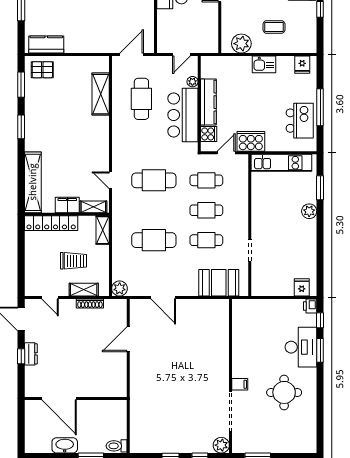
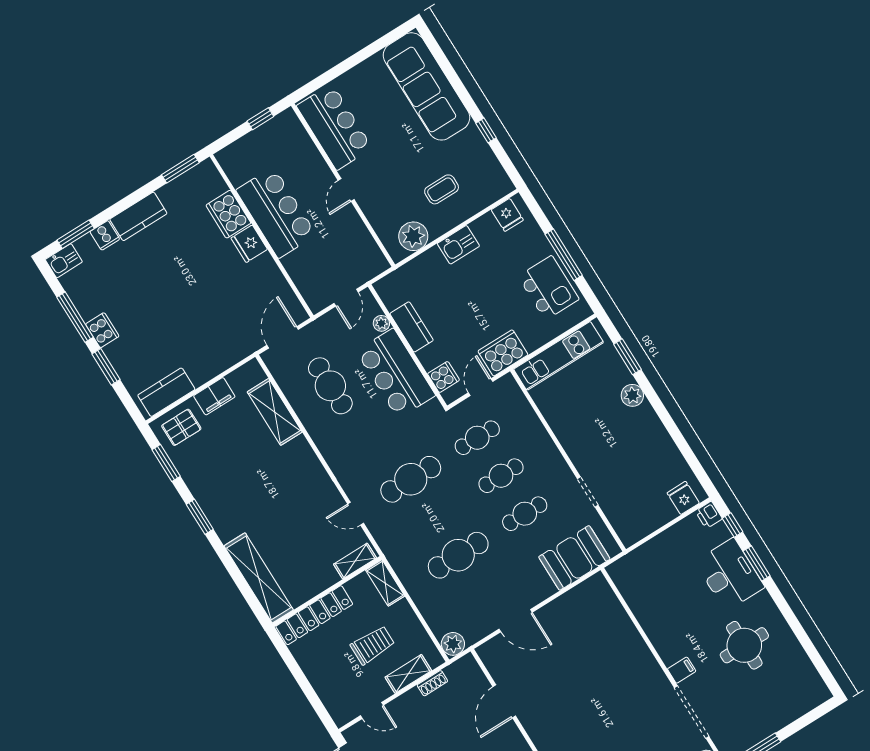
kitchen counter: (208, 102) -> (412, 327), width x0.67
filing cabinet: (67, 205) -> (214, 396), moved, turned 180
shoe rack: (90, 303) -> (432, 683), width x0.70

